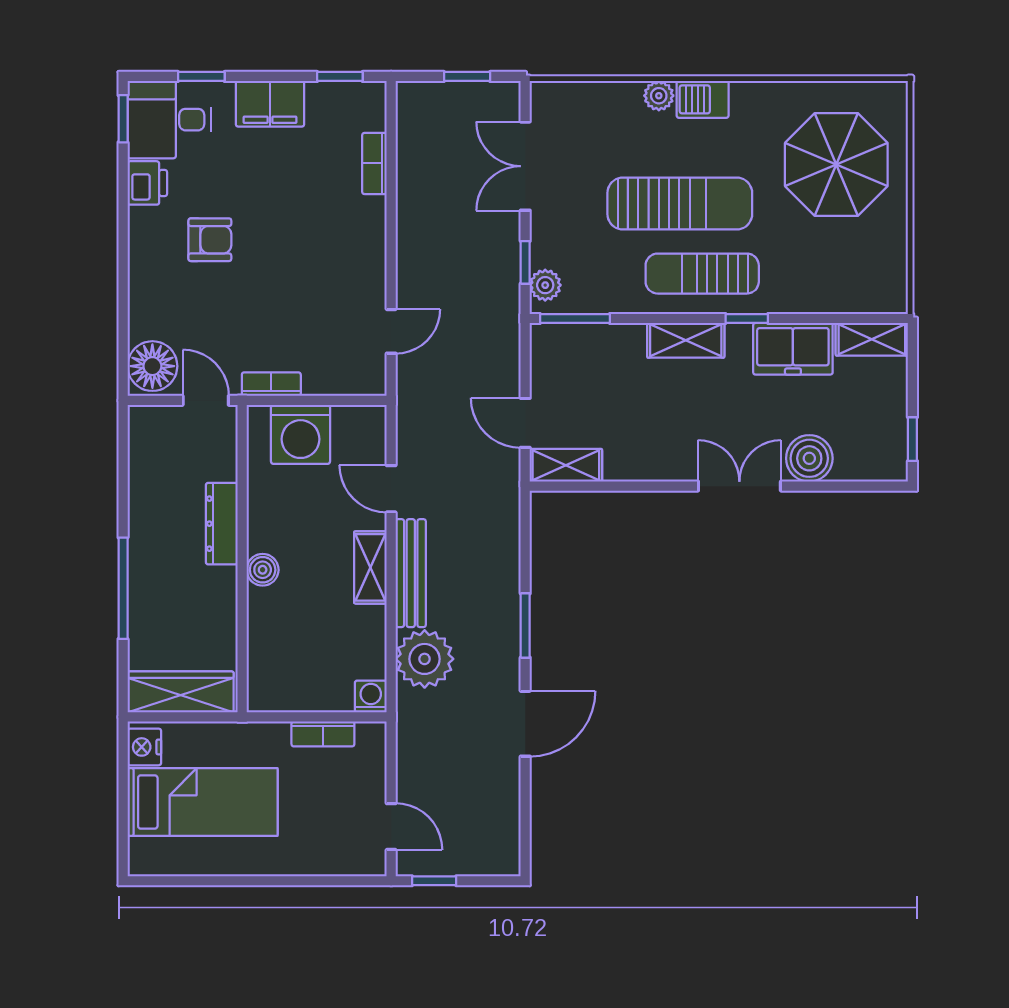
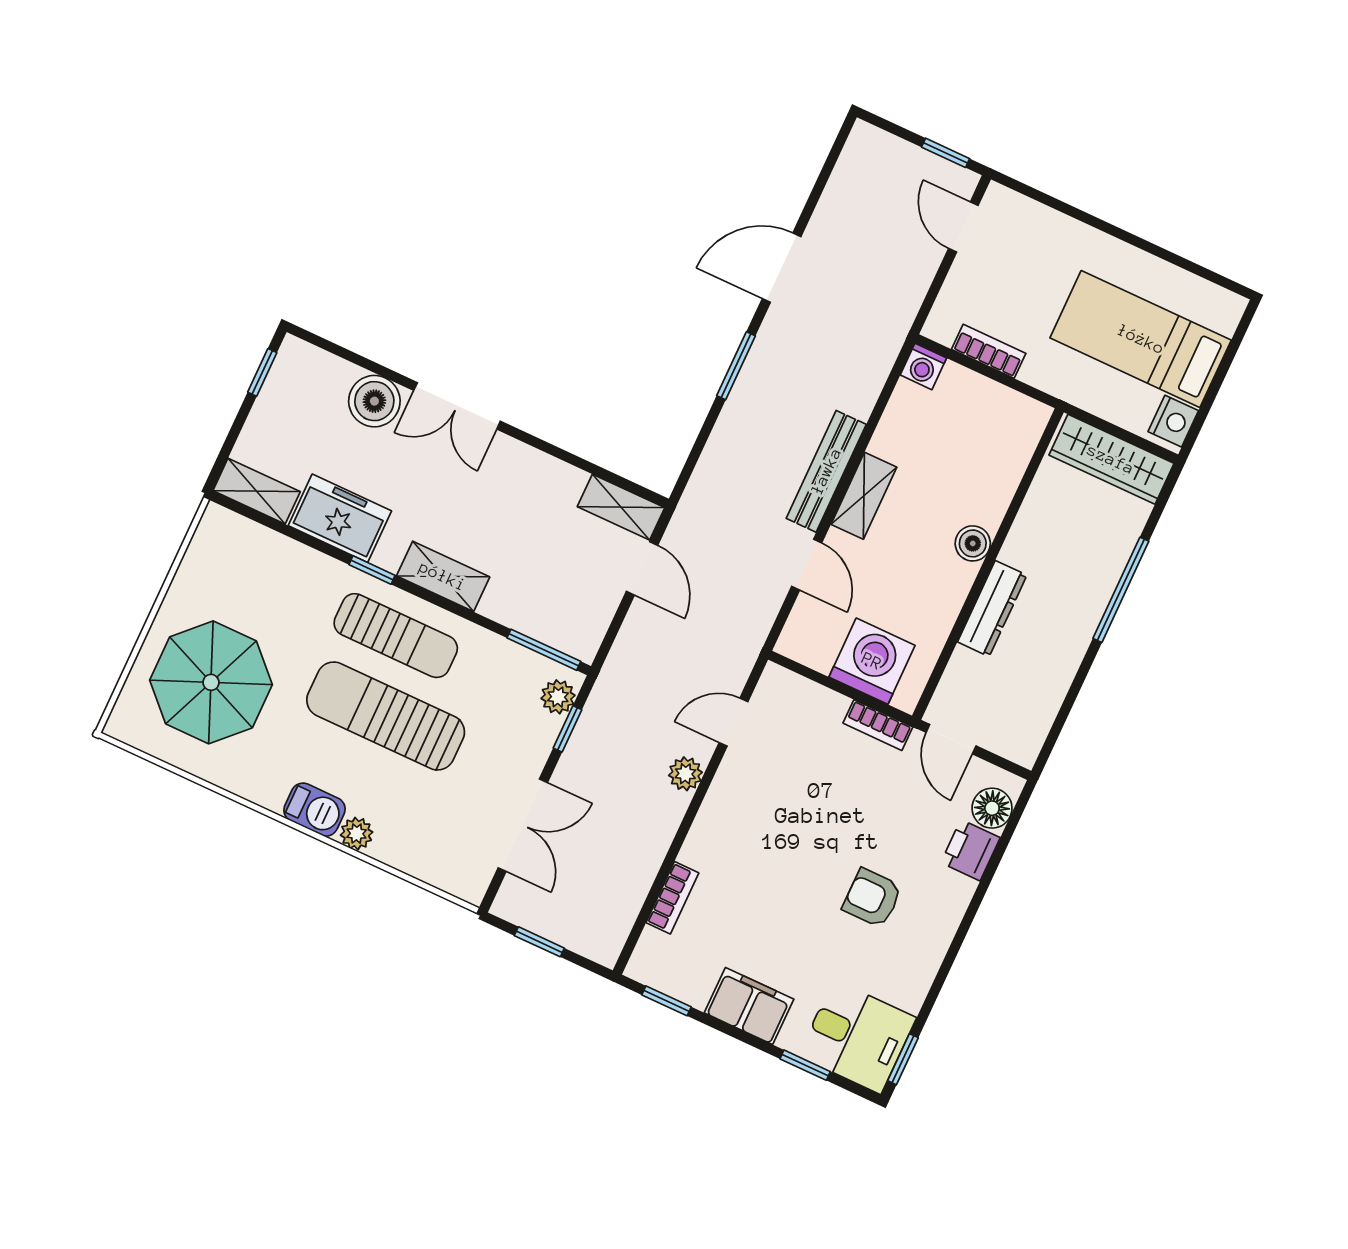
printer: (147, 183) -> (970, 850), moved
floor lamp: (152, 366) -> (992, 808), width x0.73, depth x0.73
plant: (425, 659) -> (685, 774), moved, width x0.53, depth x0.53

